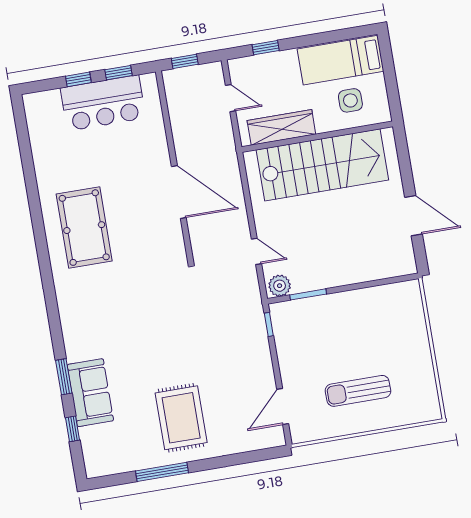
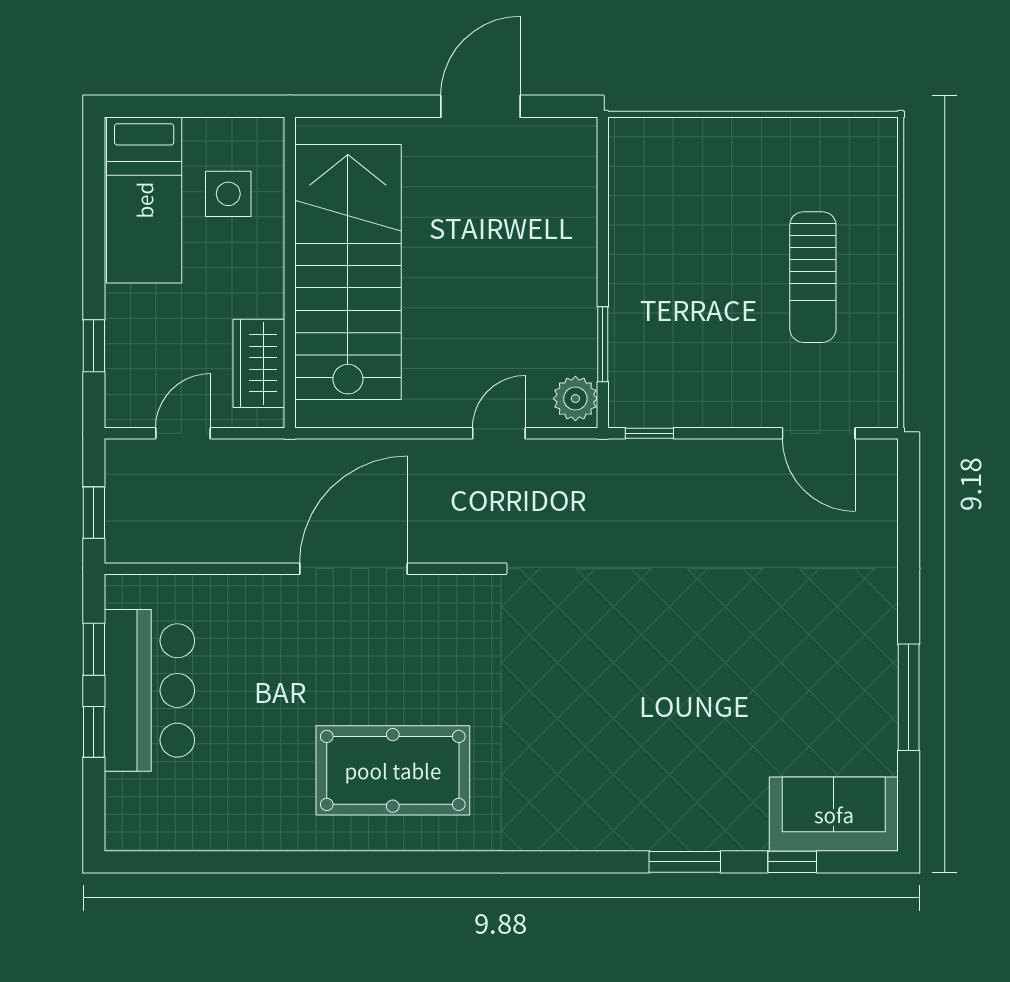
wardrobe: (281, 127) -> (259, 363), width x0.67
sofa: (90, 393) -> (834, 814), moved
rug: (181, 418) -> (807, 641), removed

